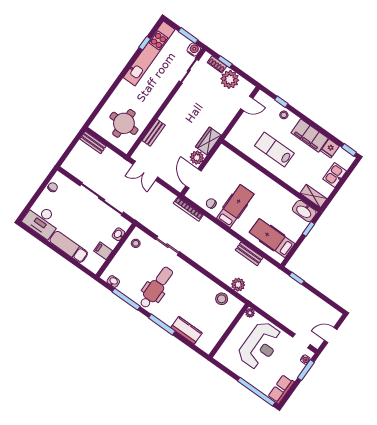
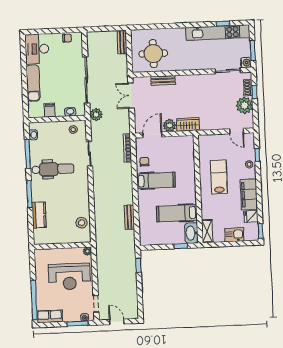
hospital bed: (272, 238) -> (177, 213), moved, turned -90
plant: (238, 285) -> (96, 114), moved

